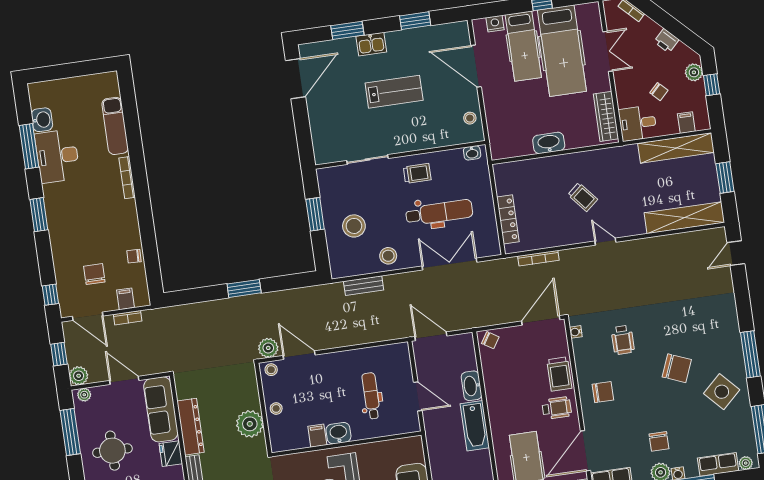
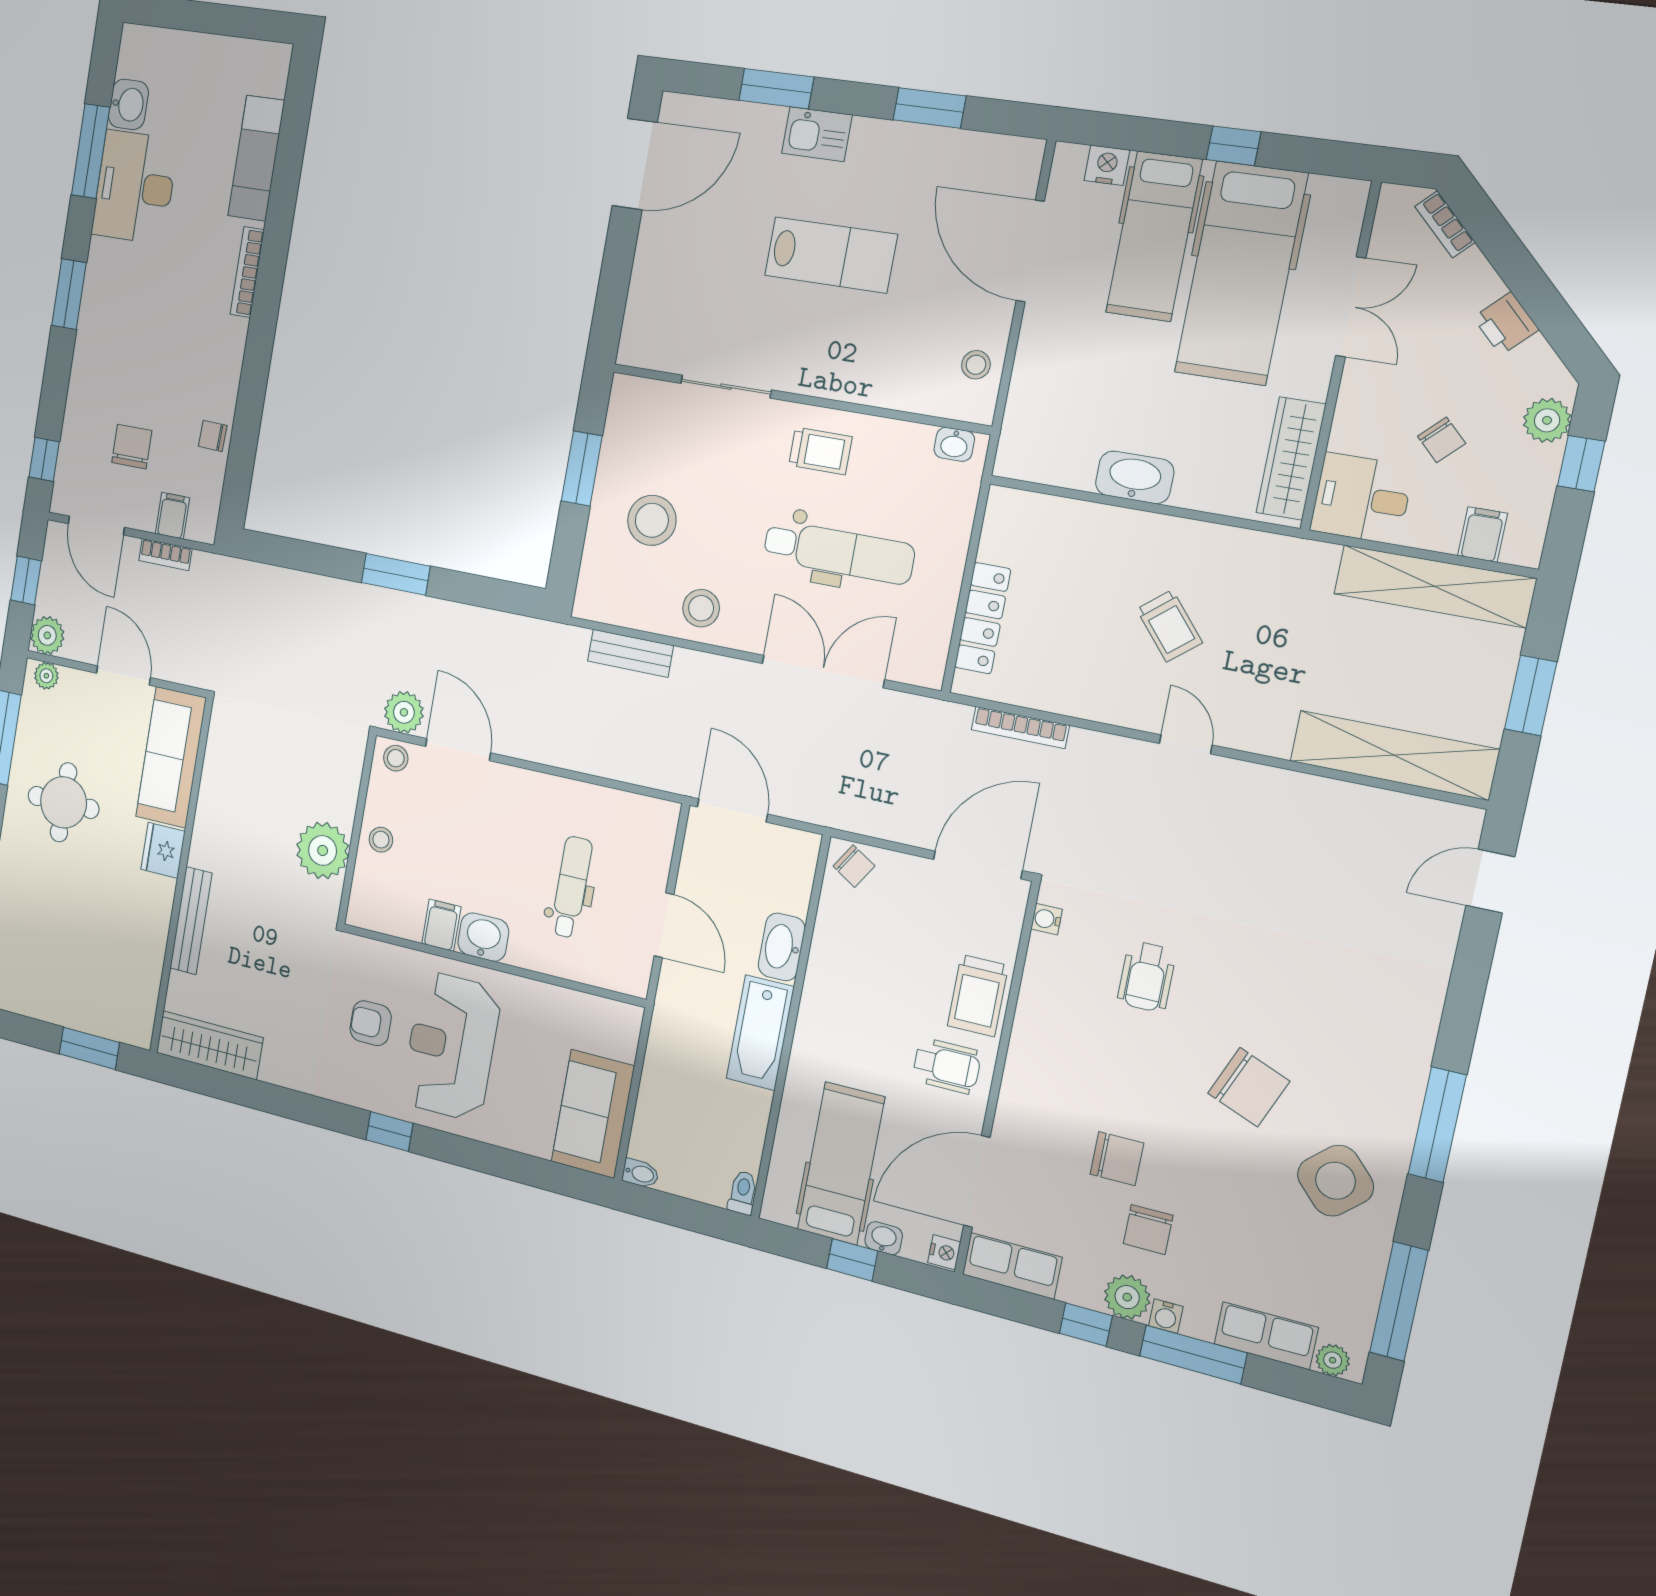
chair: (603, 392) -> (1117, 1159), moved
dresser: (191, 427) -> (214, 812), removed

